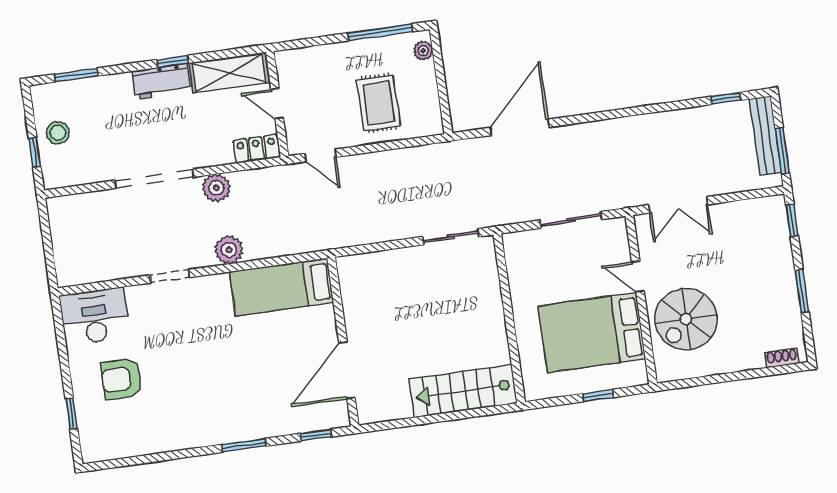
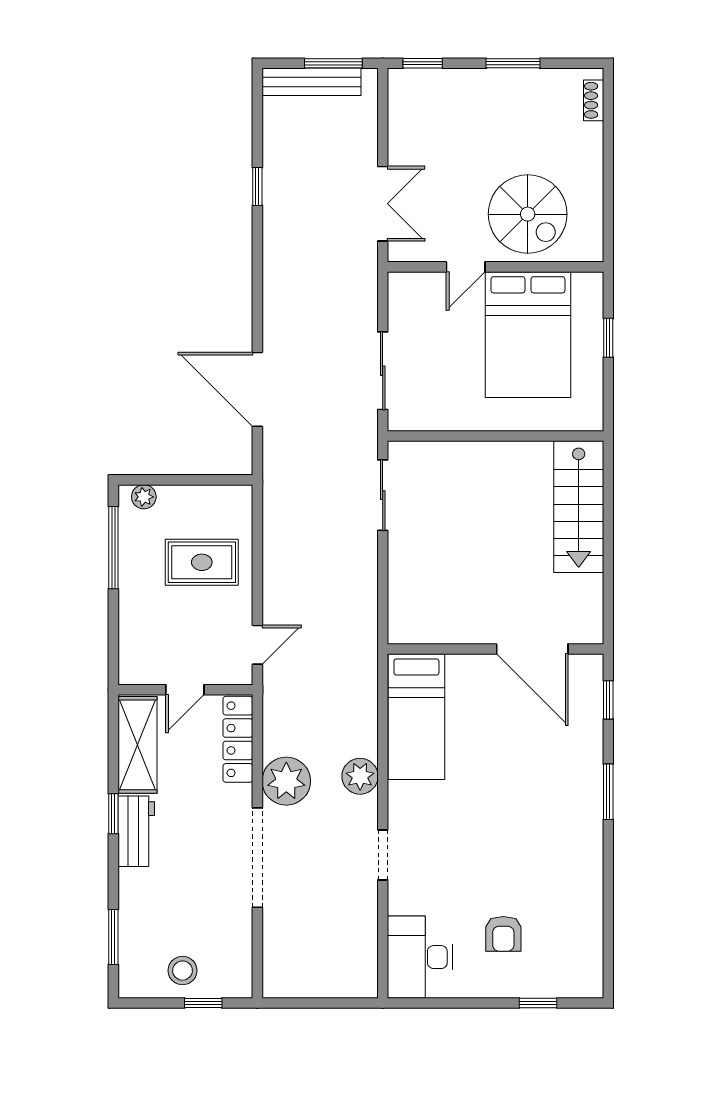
window: (726, 98) -> (257, 186), moved
locker: (256, 149) -> (238, 739), width x1.53
plant: (216, 188) -> (286, 781), width x1.36, depth x1.36
sliding door: (571, 220) -> (383, 371), moved
armchair: (122, 379) -> (503, 934), width x0.72, depth x0.72

